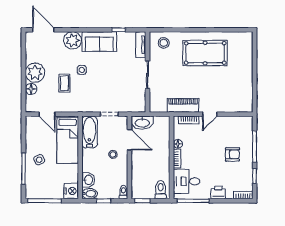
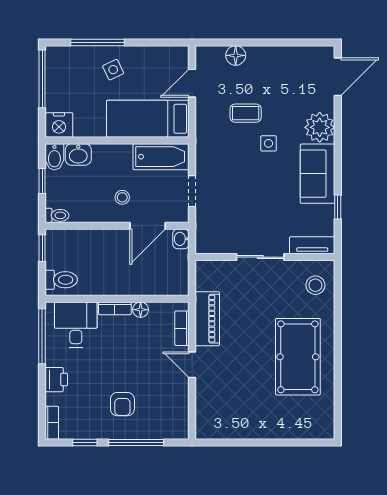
plant: (35, 73) -> (264, 62), removed
washbasin: (142, 123) -> (181, 239), width x0.52, depth x0.69

